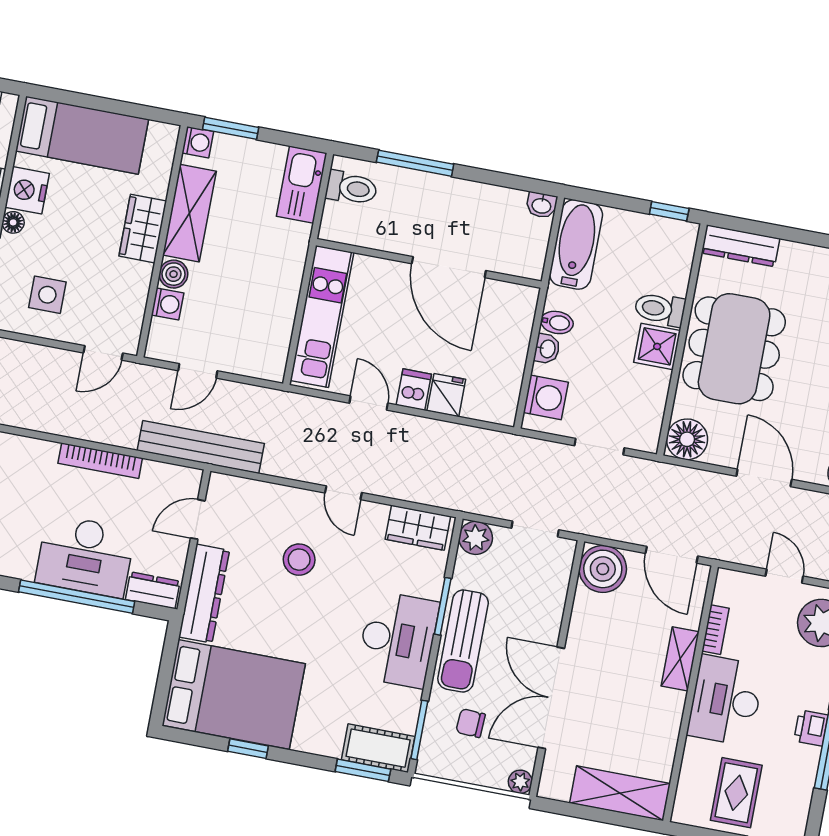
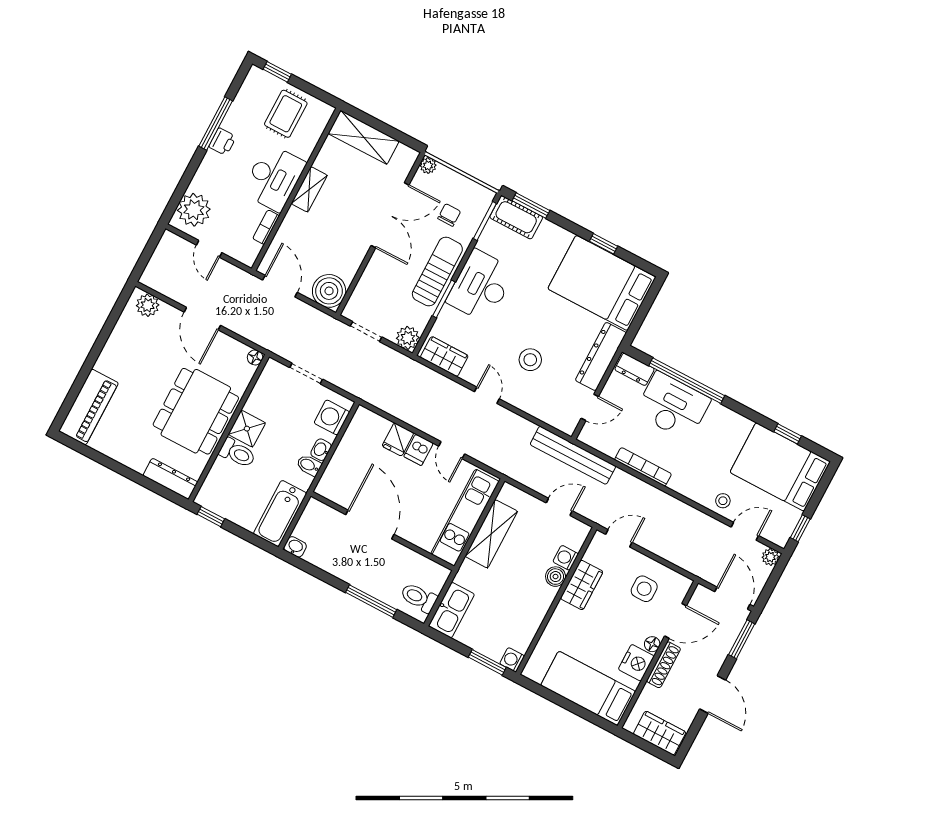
shelving: (190, 213) -> (491, 534), moved
wardrobe: (143, 229) -> (582, 585), moved
floor lamp: (687, 439) -> (255, 357), width x0.53, depth x0.53
shelving: (680, 659) -> (309, 189), moved
chair: (471, 723) -> (449, 215), turned -93

